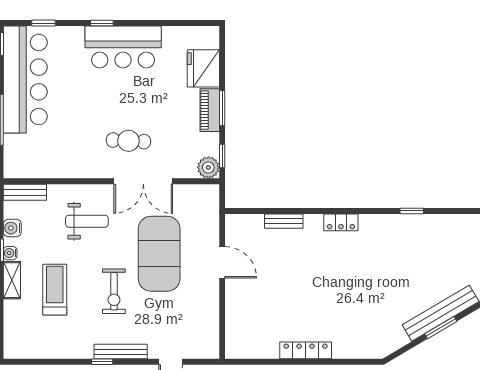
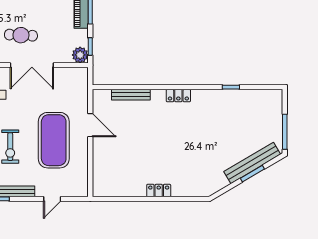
bench: (284, 221) -> (131, 95), width x1.36
exercise mat: (159, 254) -> (54, 140), moved
locker: (306, 350) -> (159, 190), width x0.66

